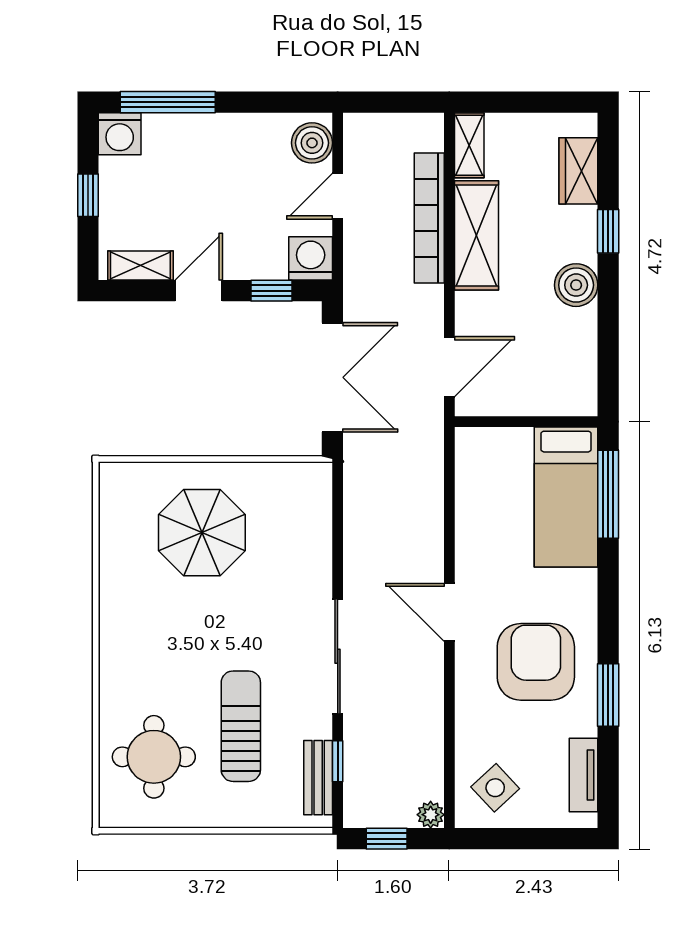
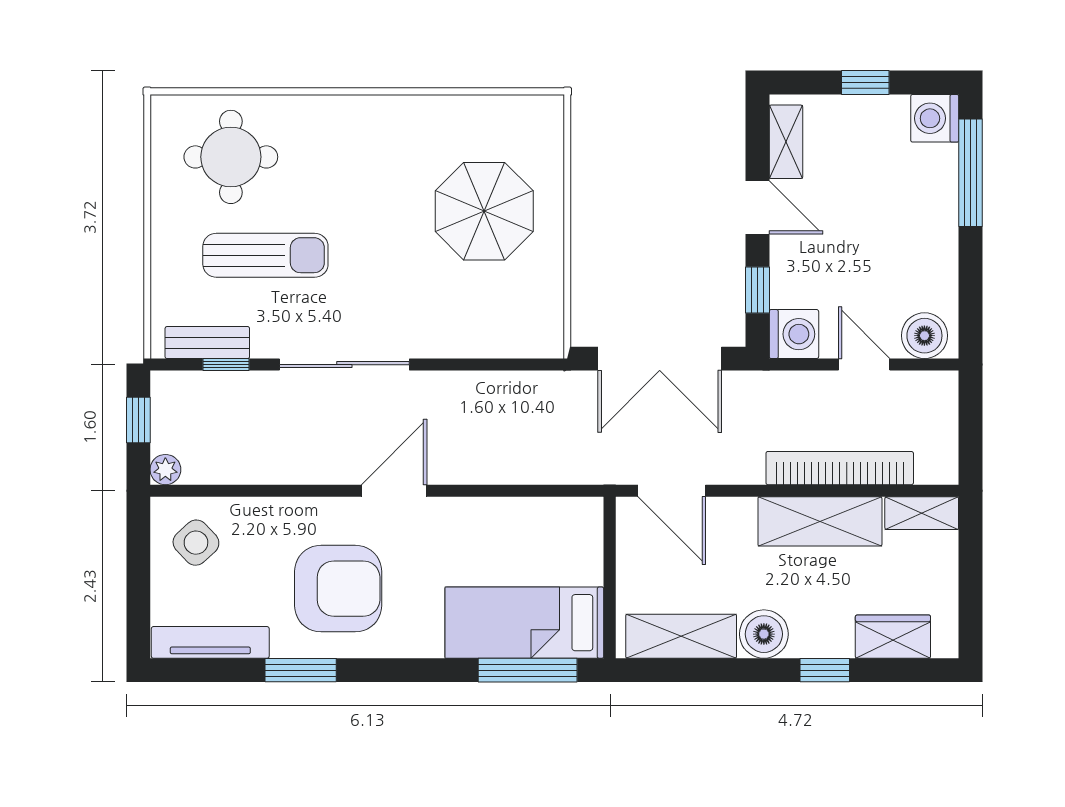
shelving: (578, 358) -> (681, 636), added
tv unit: (584, 775) -> (210, 642), width x1.41

